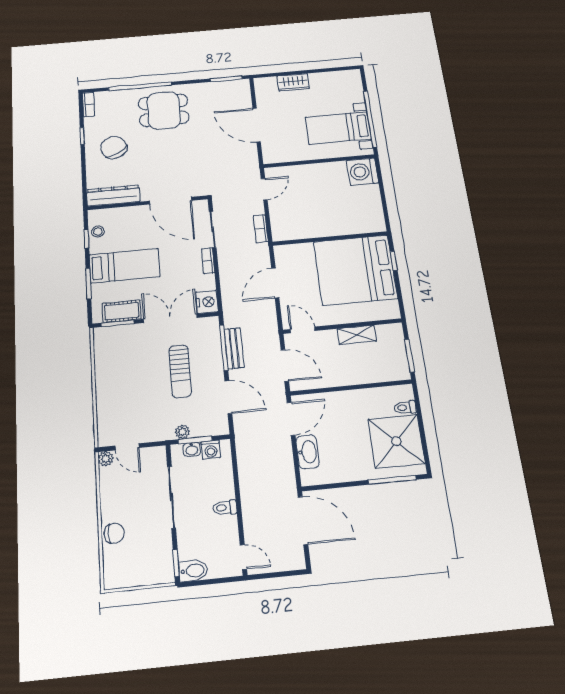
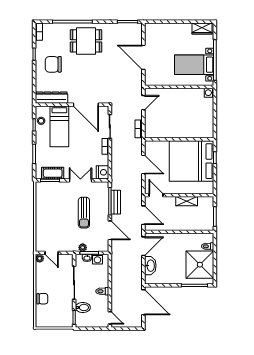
wardrobe: (293, 82) -> (202, 29), moved
chair: (114, 147) -> (53, 64), turned -61
washing machine: (363, 172) -> (209, 93), width x0.53, depth x0.53
bed: (125, 266) -> (59, 126), moved, turned 90
door: (275, 283) -> (143, 165), swing flipped
double door: (170, 318) -> (80, 180), width x0.73
bidet: (193, 571) -> (83, 307), moved

